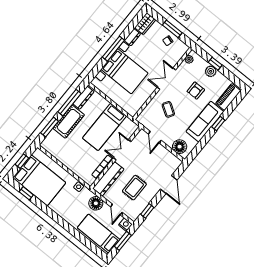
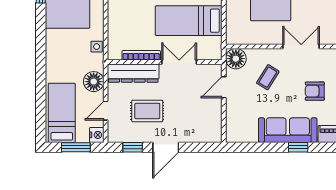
floor lamp: (180, 147) -> (236, 59), moved
door: (169, 184) -> (166, 147), moved

